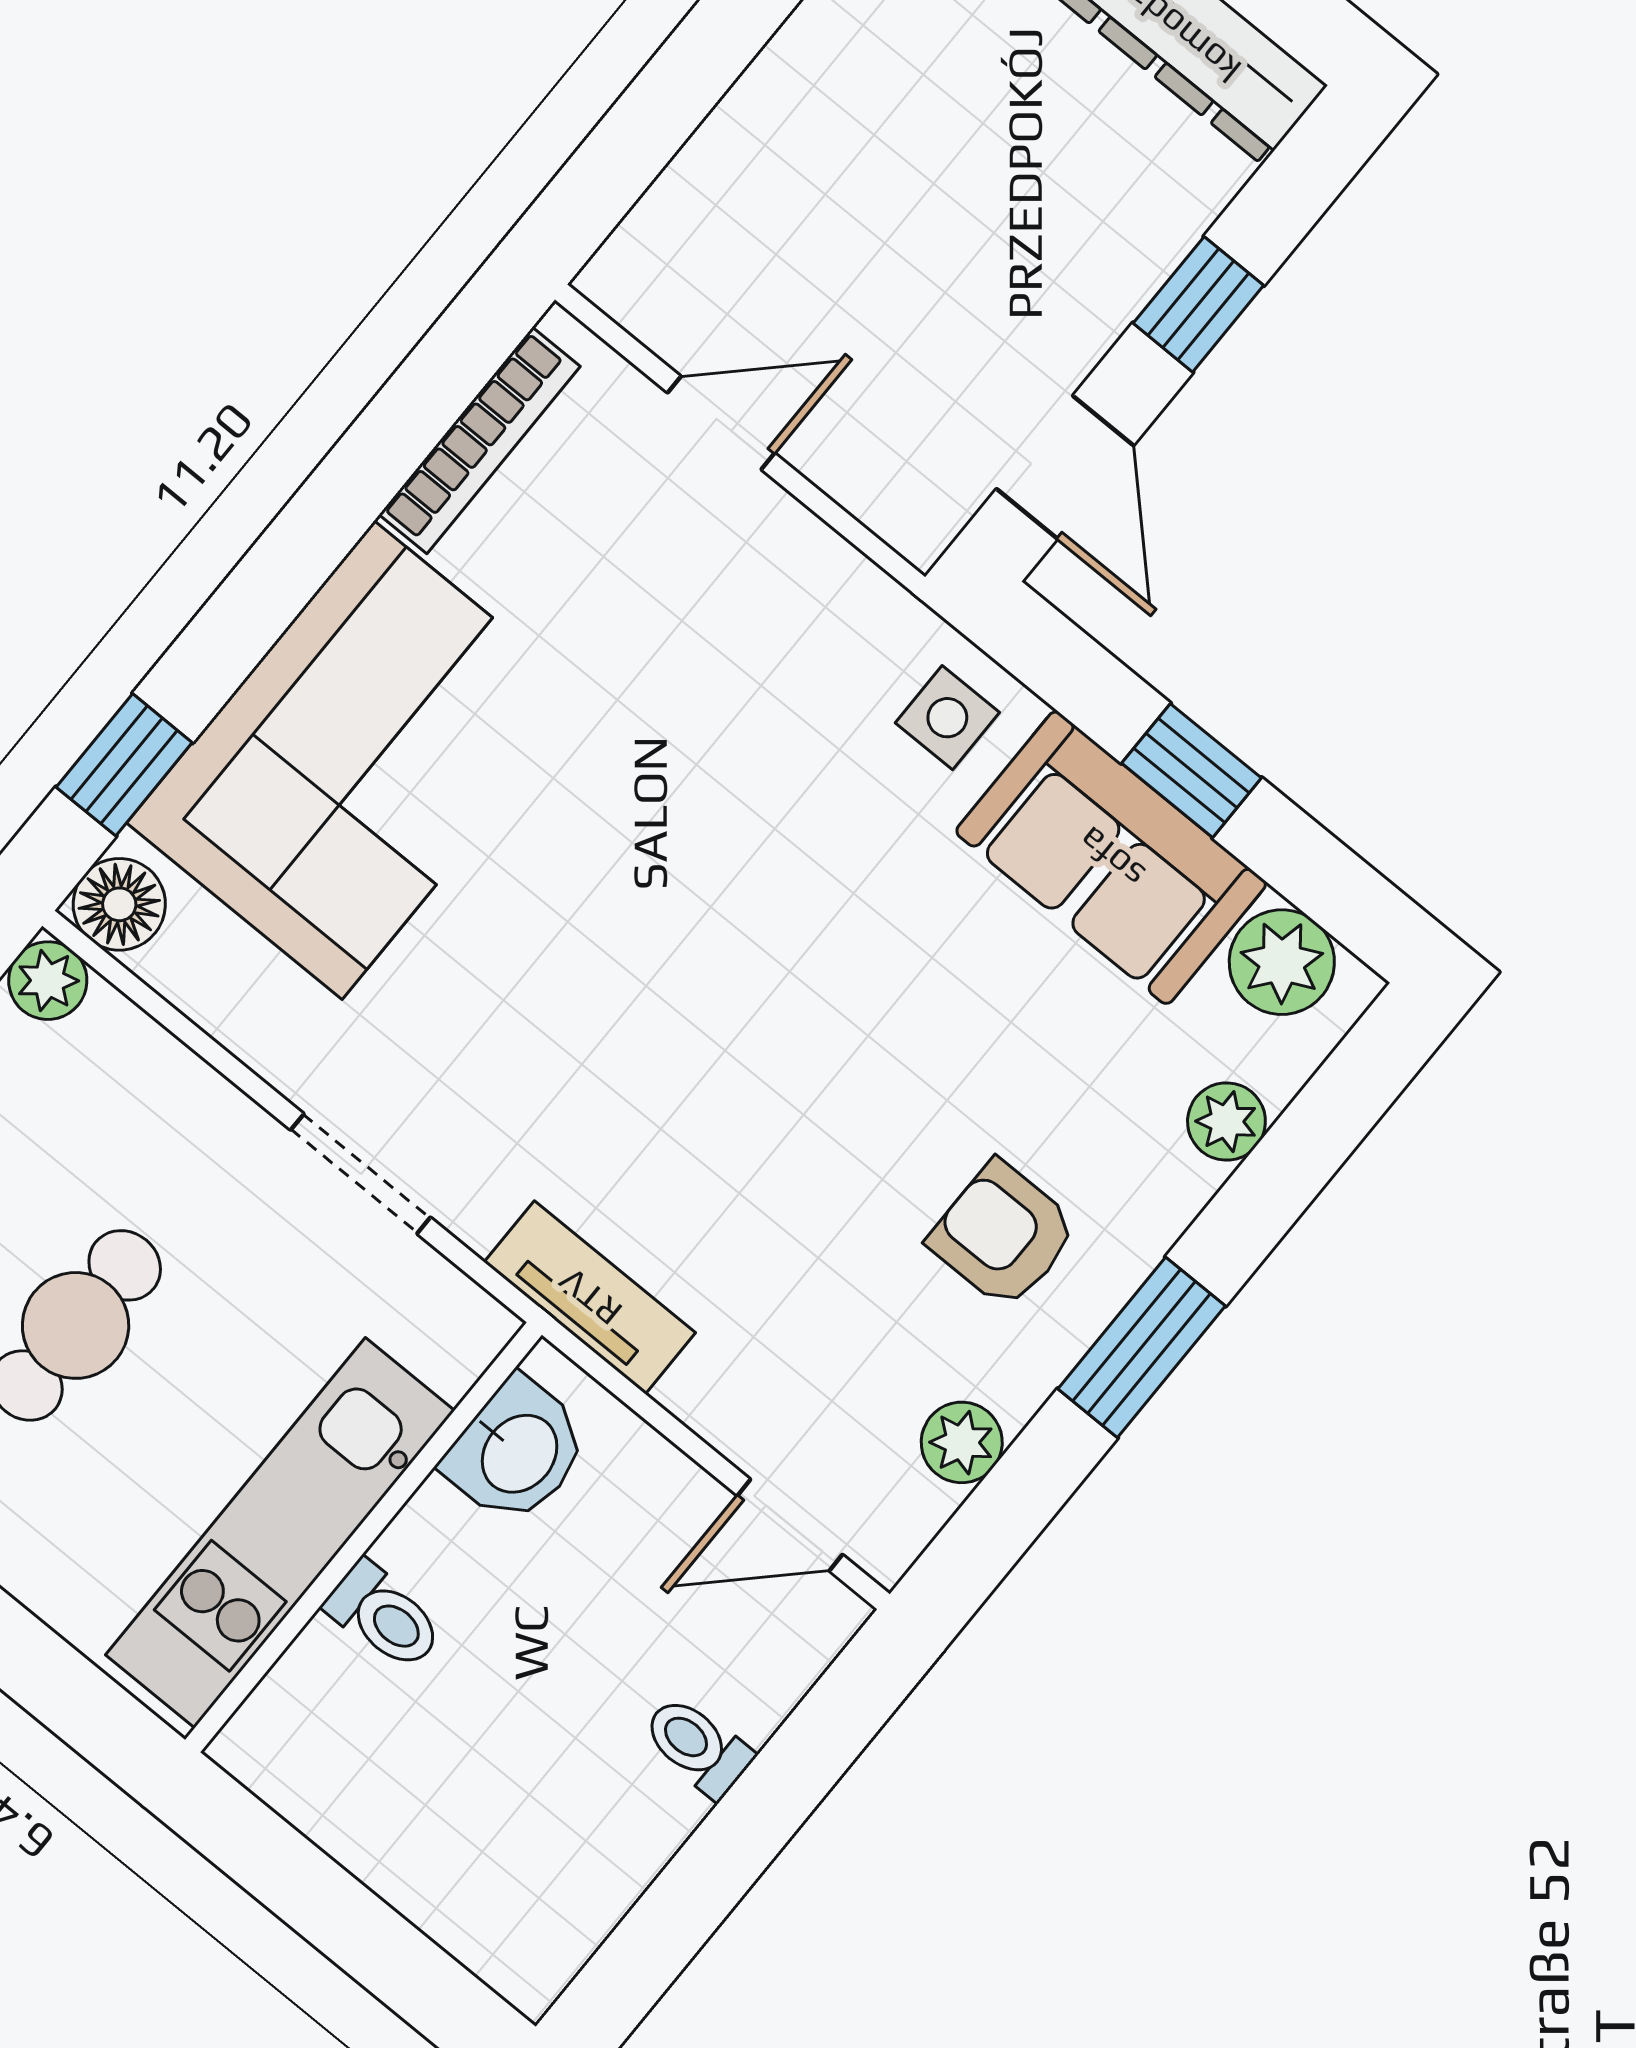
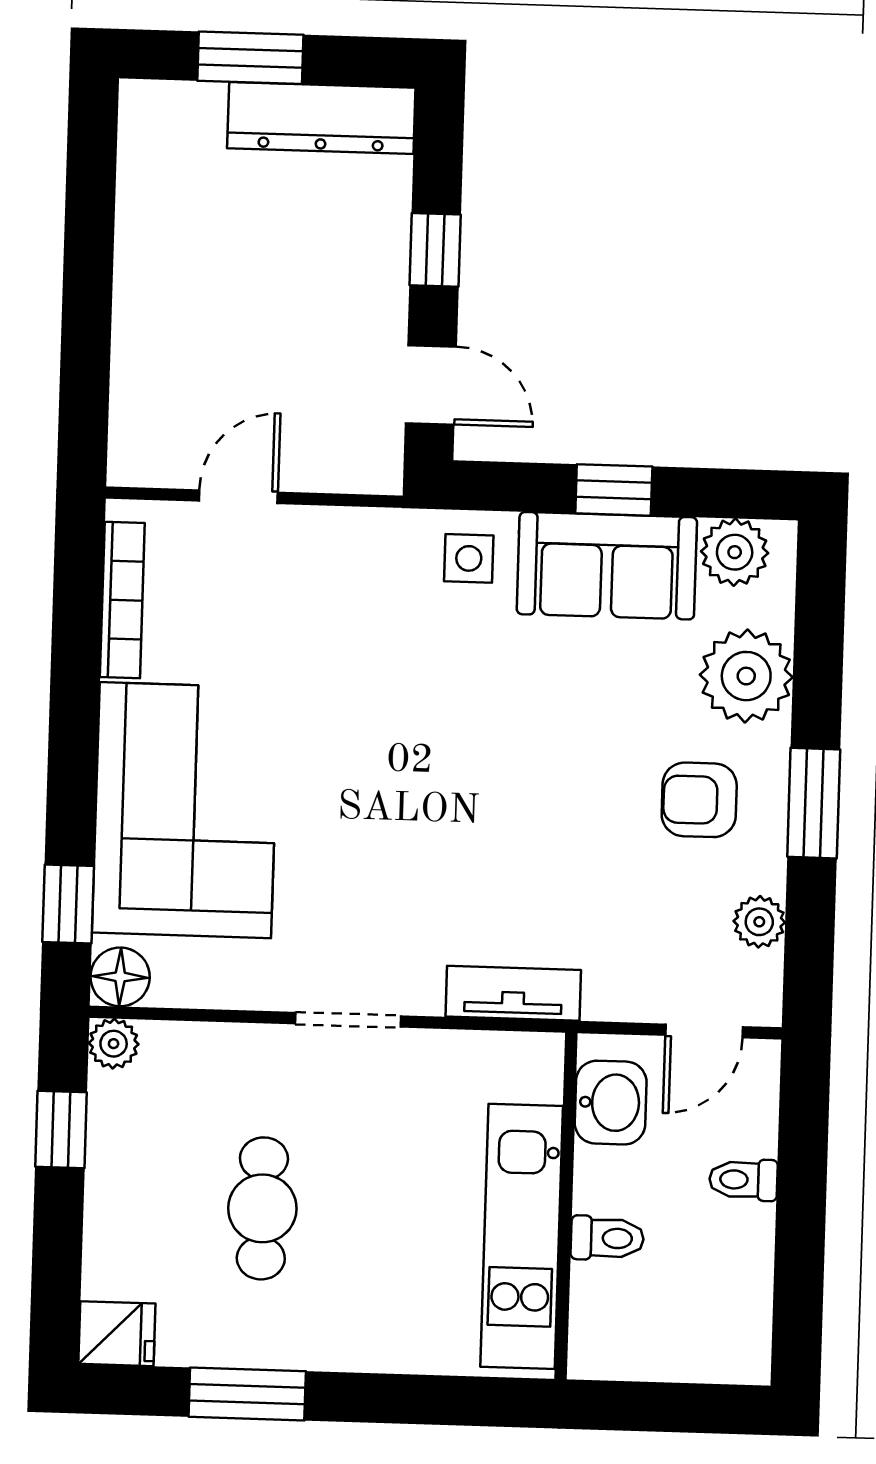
plant: (1226, 1121) -> (746, 676), width x1.87, depth x1.87
washbasin: (517, 1452) -> (611, 1103), moved
kitchen unit: (280, 1533) -> (522, 1236), moved
wall: (364, 1537) -> (566, 1206), moved
toilet: (384, 1616) -> (607, 1238), moved

